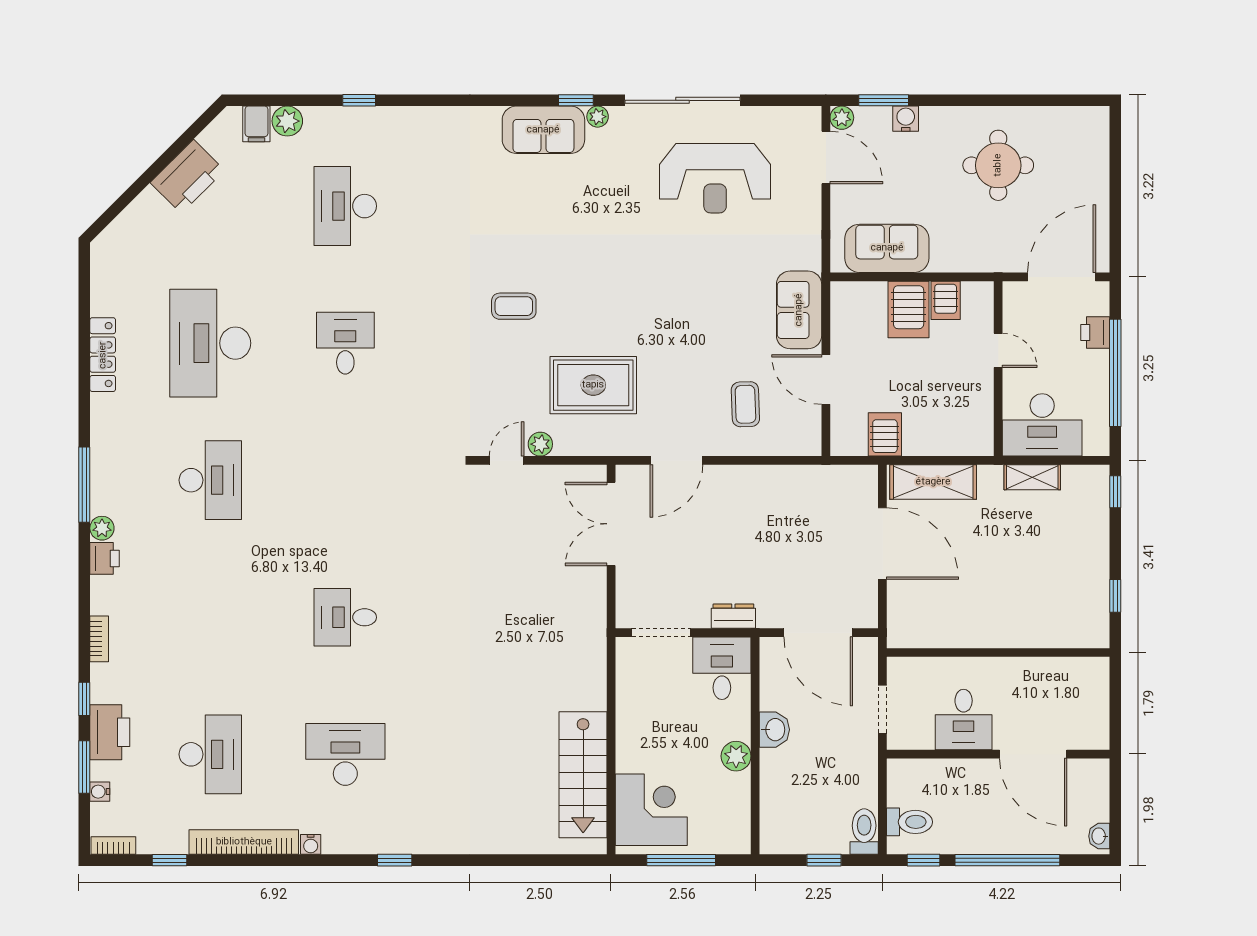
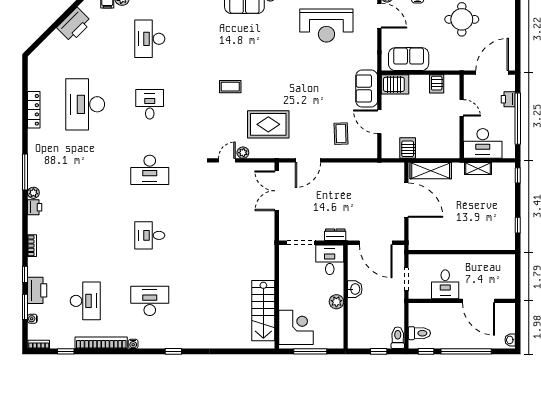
server rack: (909, 309) -> (395, 84), moved, turned -90
desk: (210, 480) -> (150, 170), moved, turned 90

